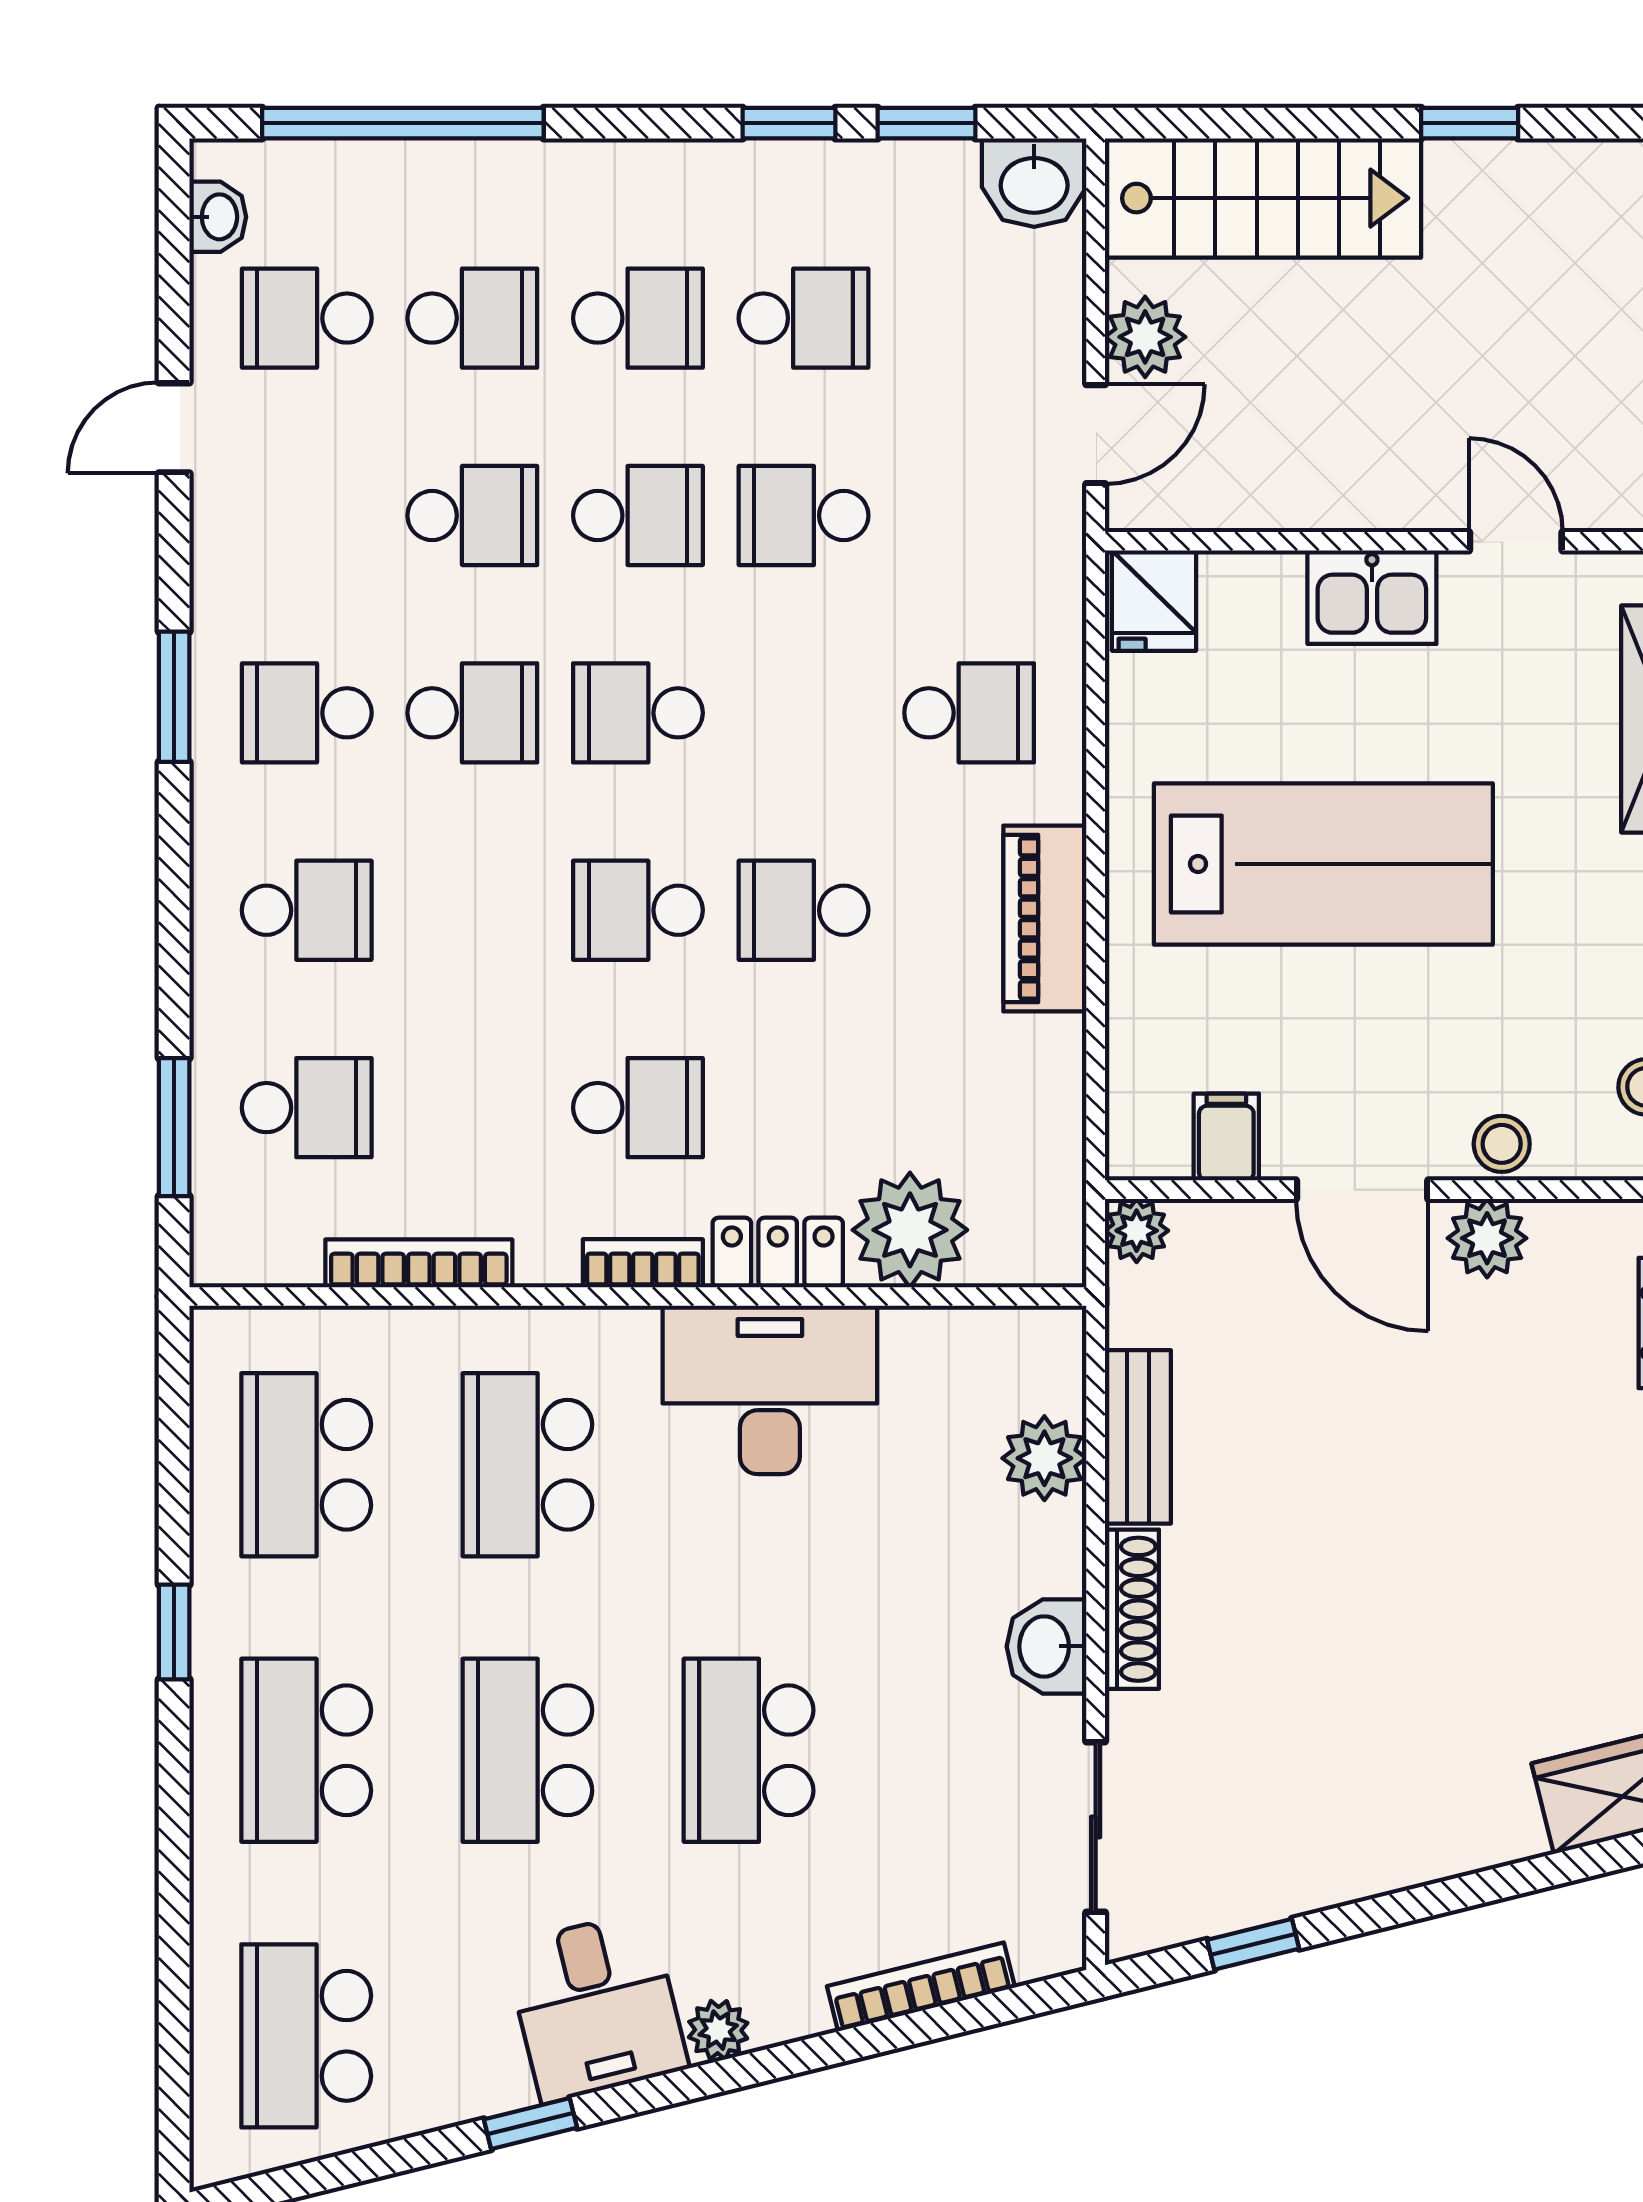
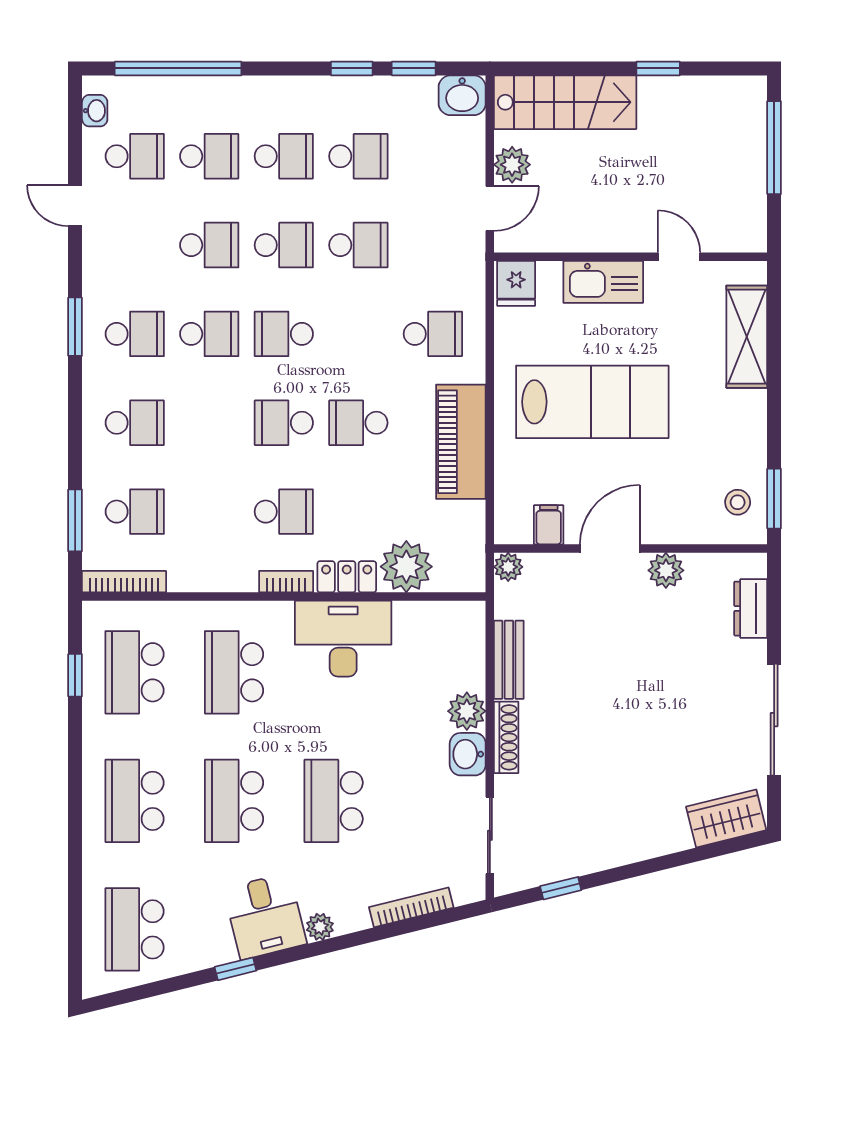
school desk: (307, 318) -> (135, 156), turned 180
door: (174, 428) -> (75, 206), hinge flipped
school desk: (804, 515) -> (358, 245), turned 180
kitchen sink: (1372, 597) -> (603, 282), width x1.38
school desk: (307, 713) -> (135, 334), turned 180
piano: (1045, 918) -> (461, 442), width x1.37, depth x1.33
stool: (1502, 1144) -> (673, 528), removed
door: (1362, 1190) -> (610, 548), swing flipped
bookcase: (419, 1263) -> (124, 582), moved
plant: (1044, 1458) -> (467, 711), moved
window: (174, 1632) -> (75, 675), moved

